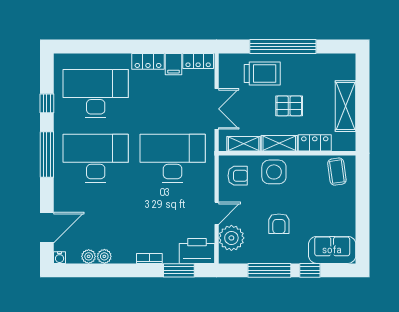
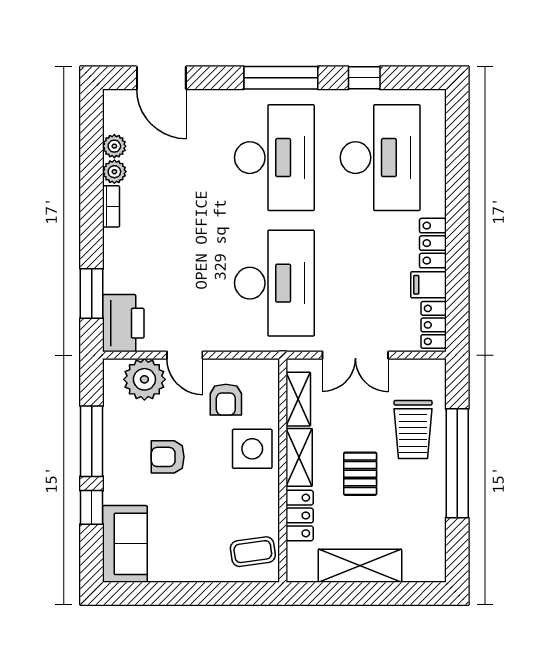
armchair: (238, 176) -> (226, 400), moved
water cooler: (60, 258) -> (112, 99), removed
bookcase: (149, 258) -> (111, 206), moved

